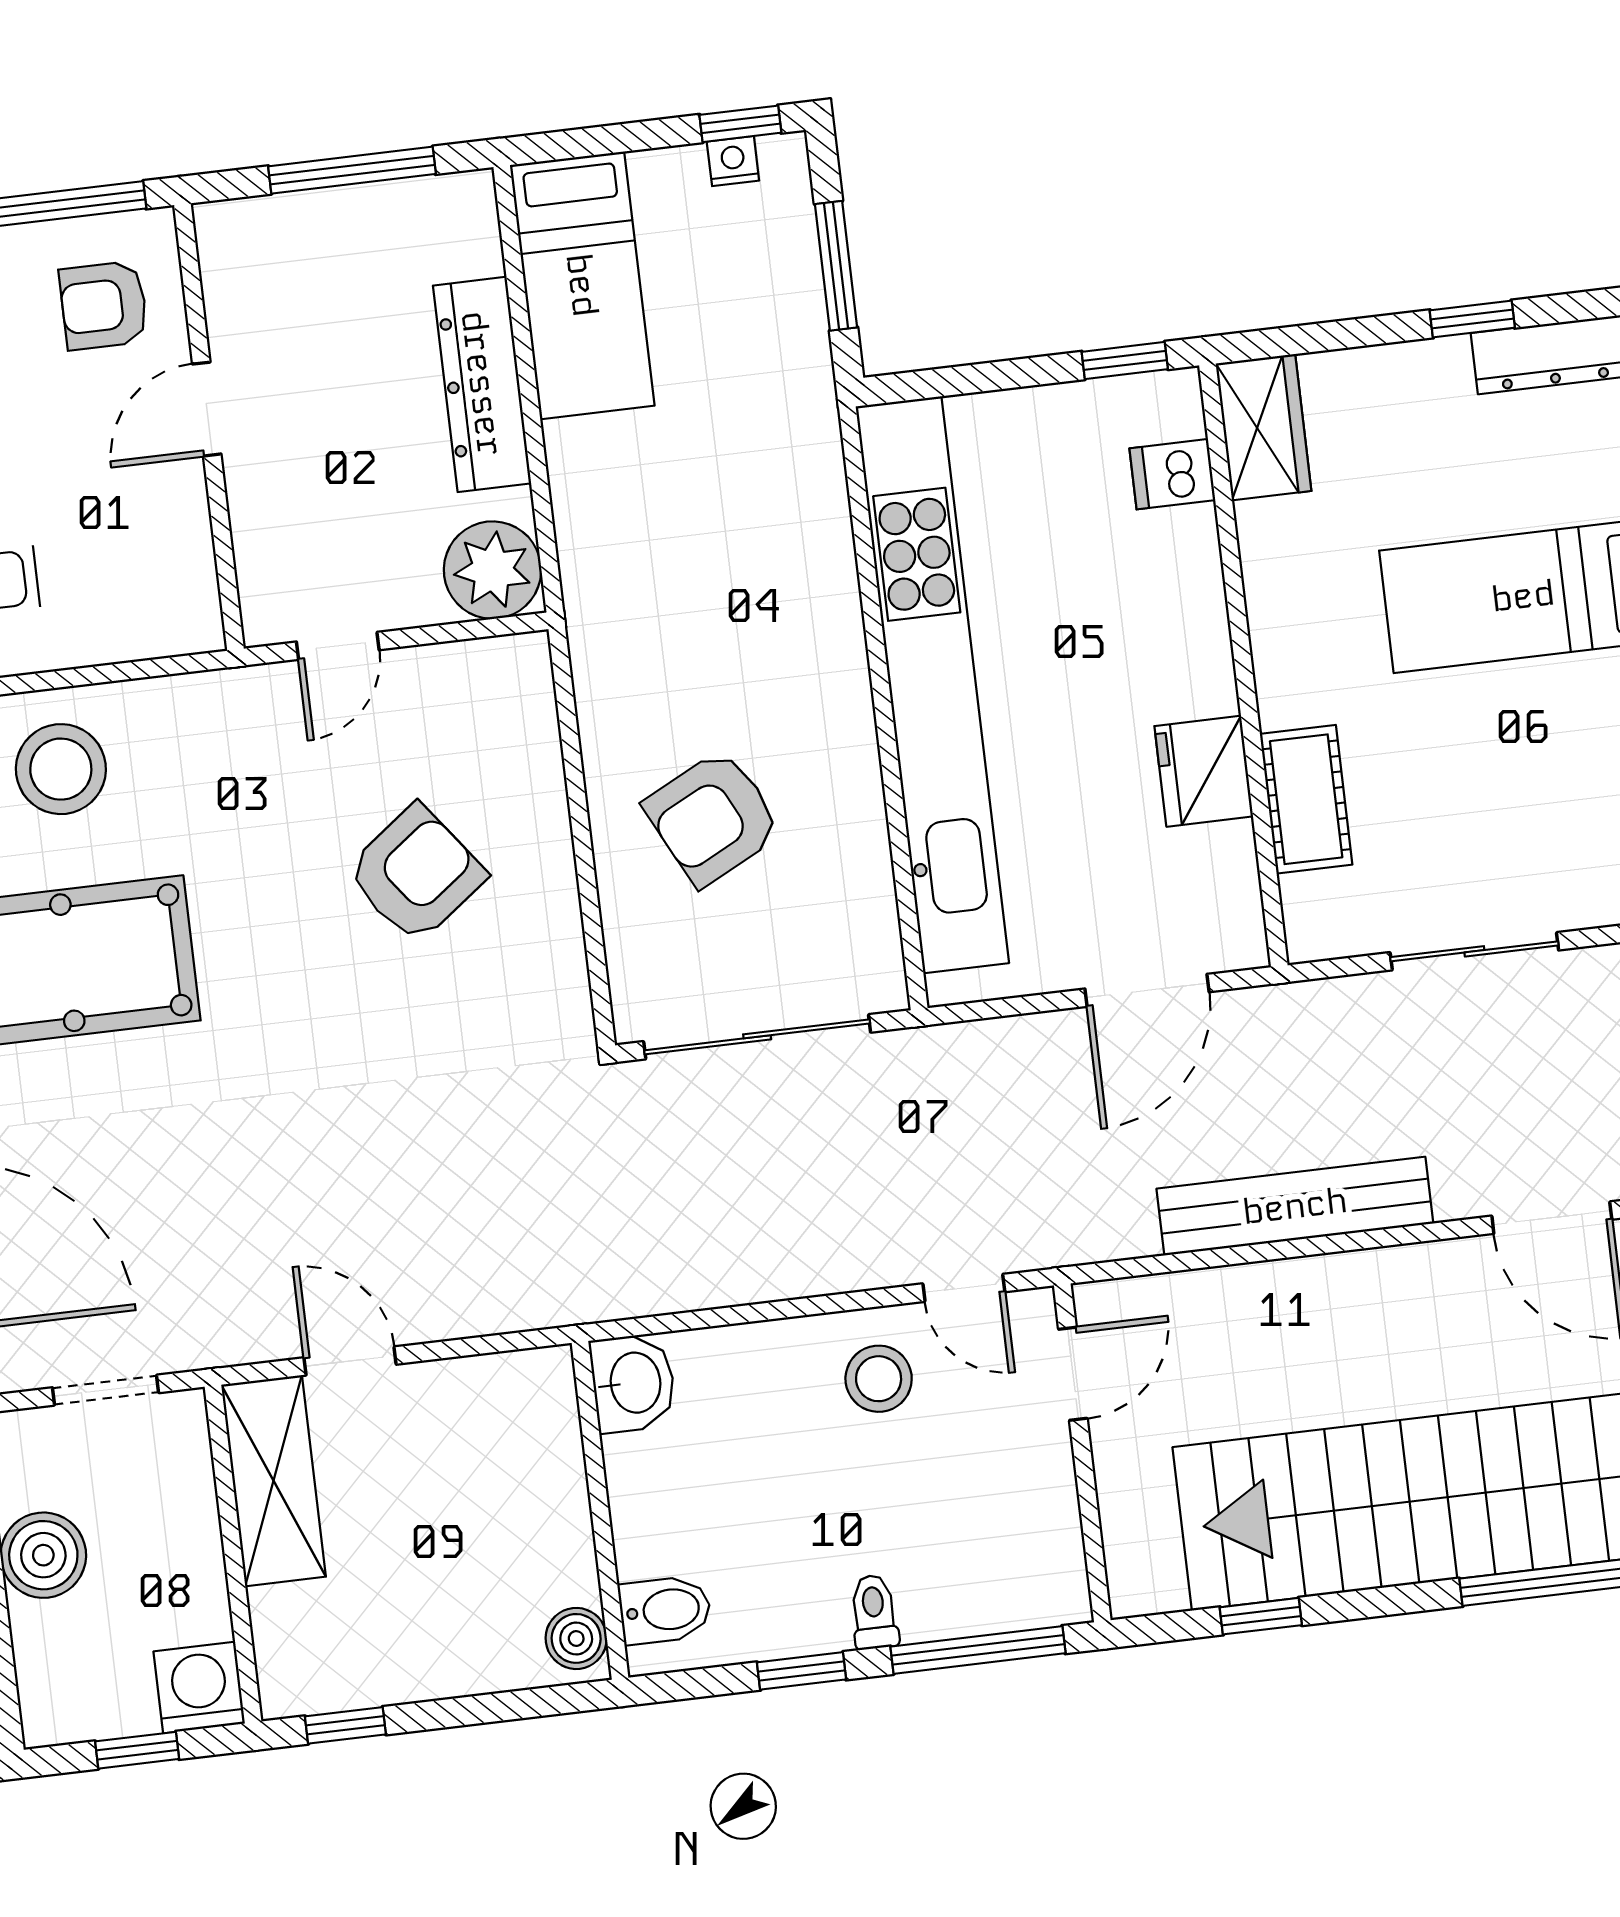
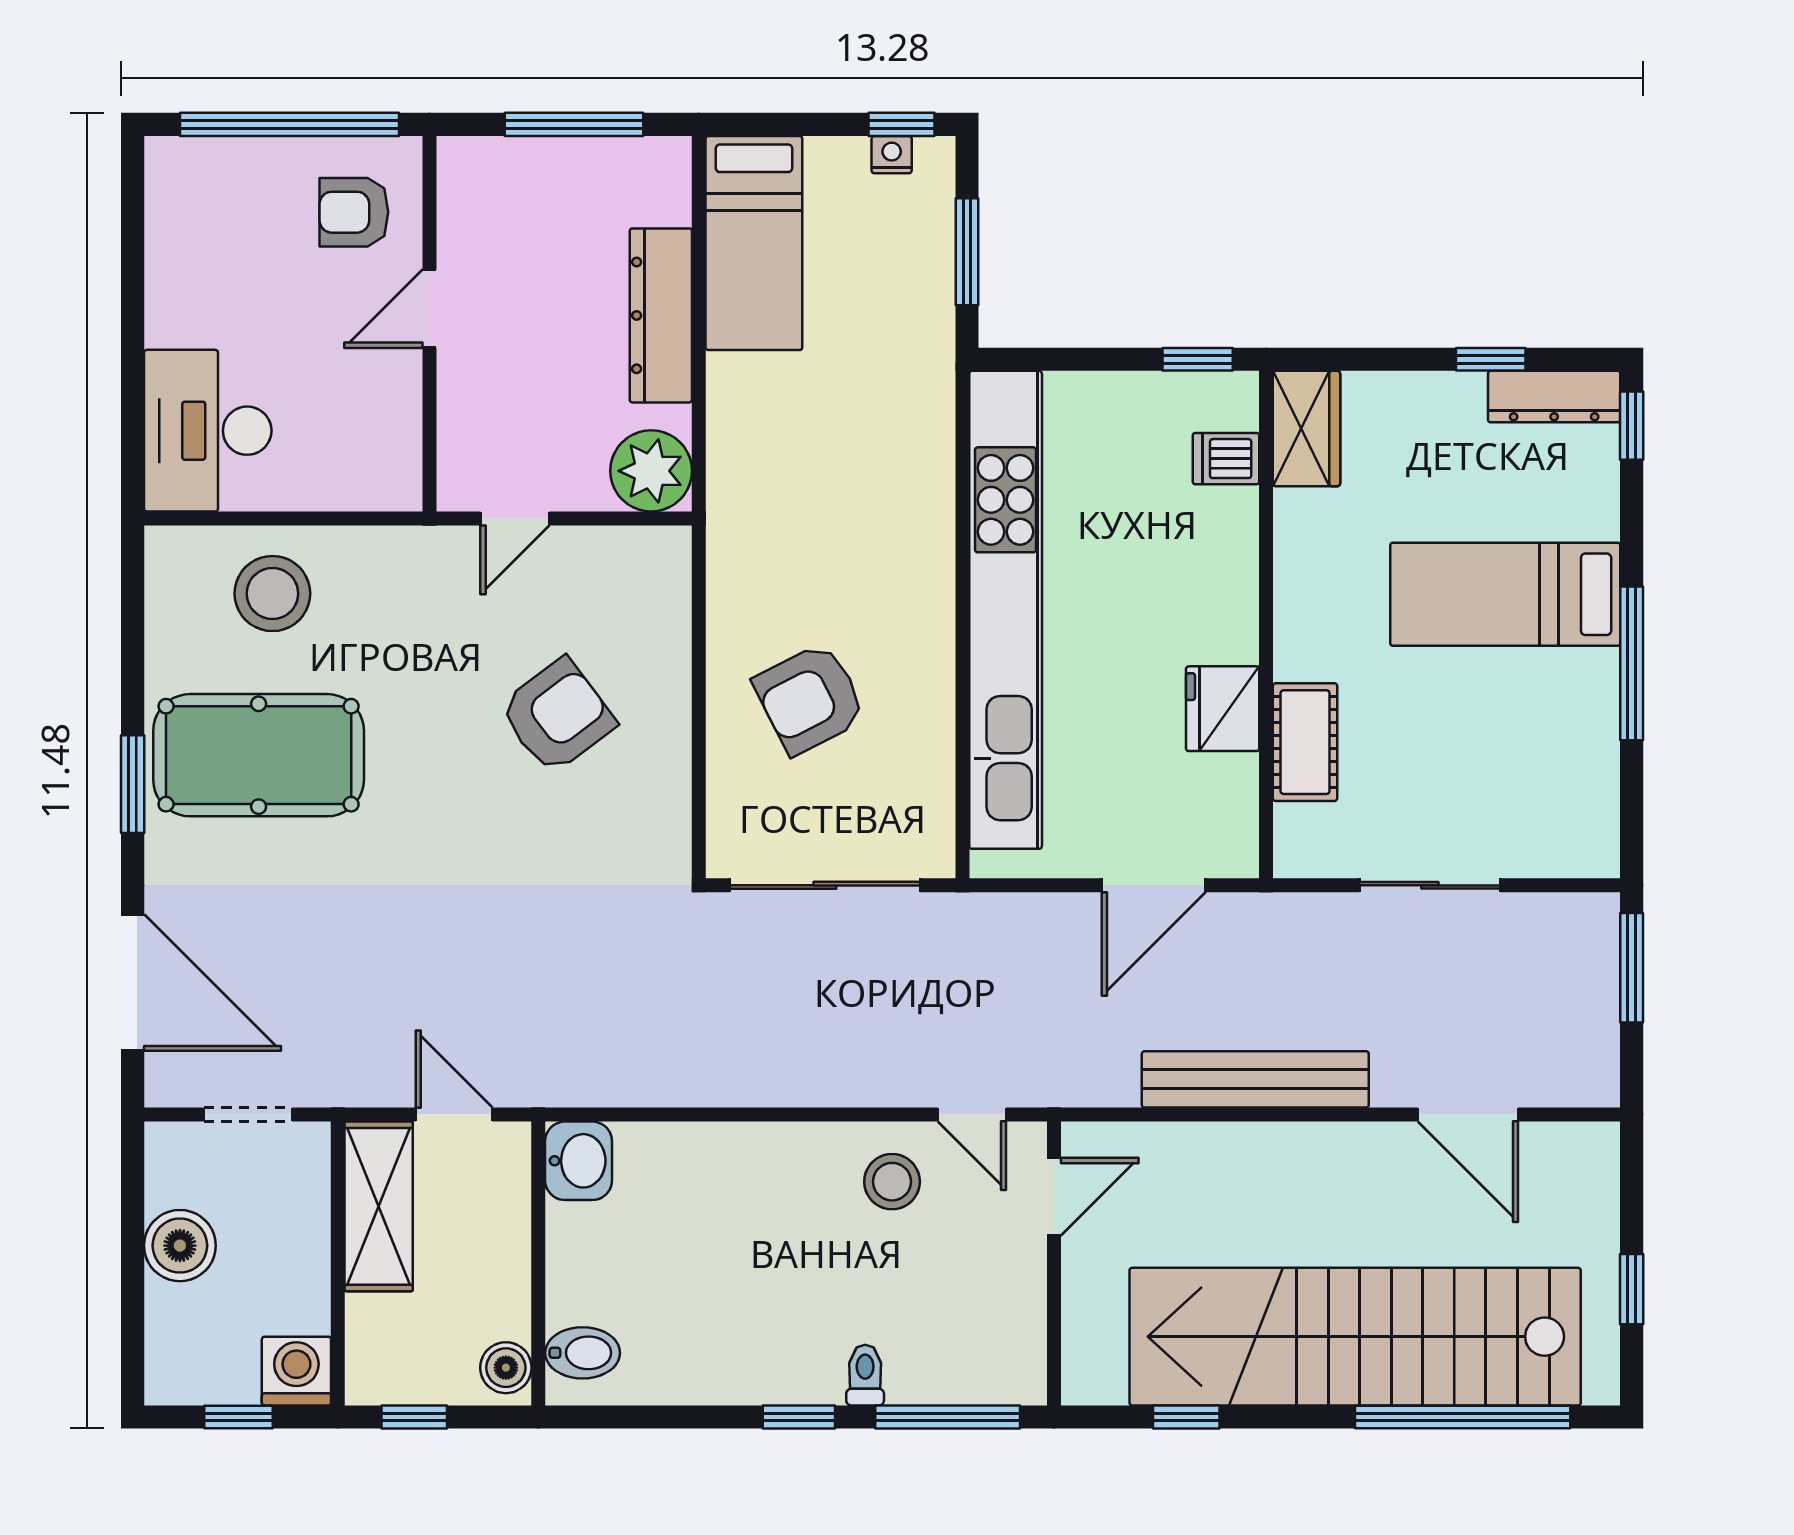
washbasin: (633, 1383) -> (579, 1161), moved
wall: (600, 1510) -> (538, 1263), moved
bidet: (665, 1610) -> (583, 1353), moved
boiler: (576, 1638) -> (506, 1368), moved

